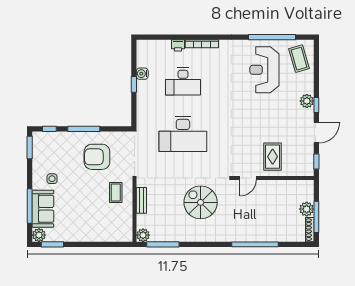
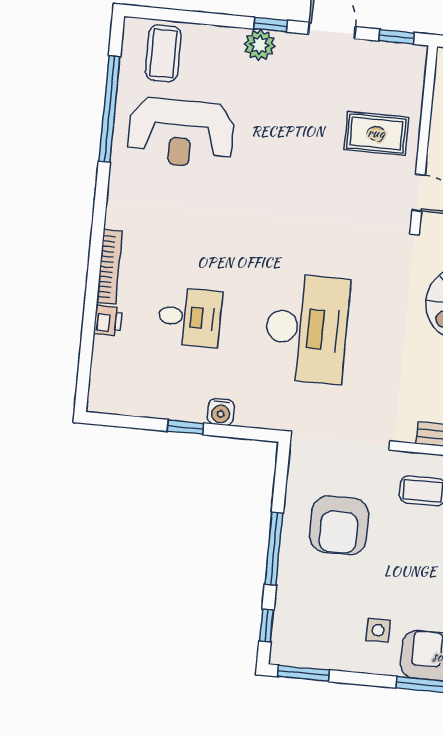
coffee table: (299, 59) -> (163, 53), turned -74
water cooler: (142, 74) -> (221, 412), moved
desk: (183, 82) -> (190, 317), width x0.73

